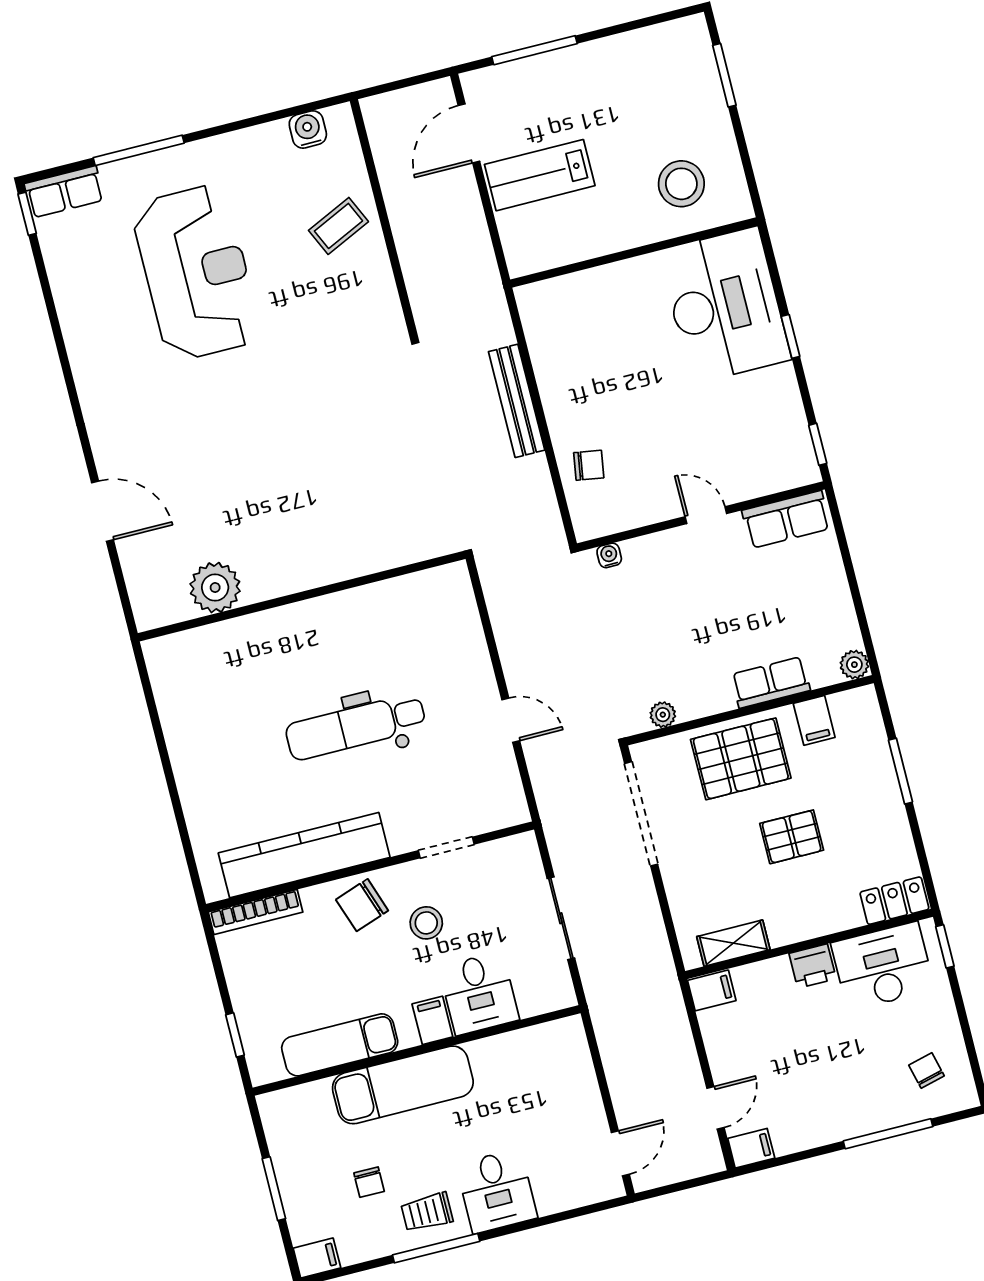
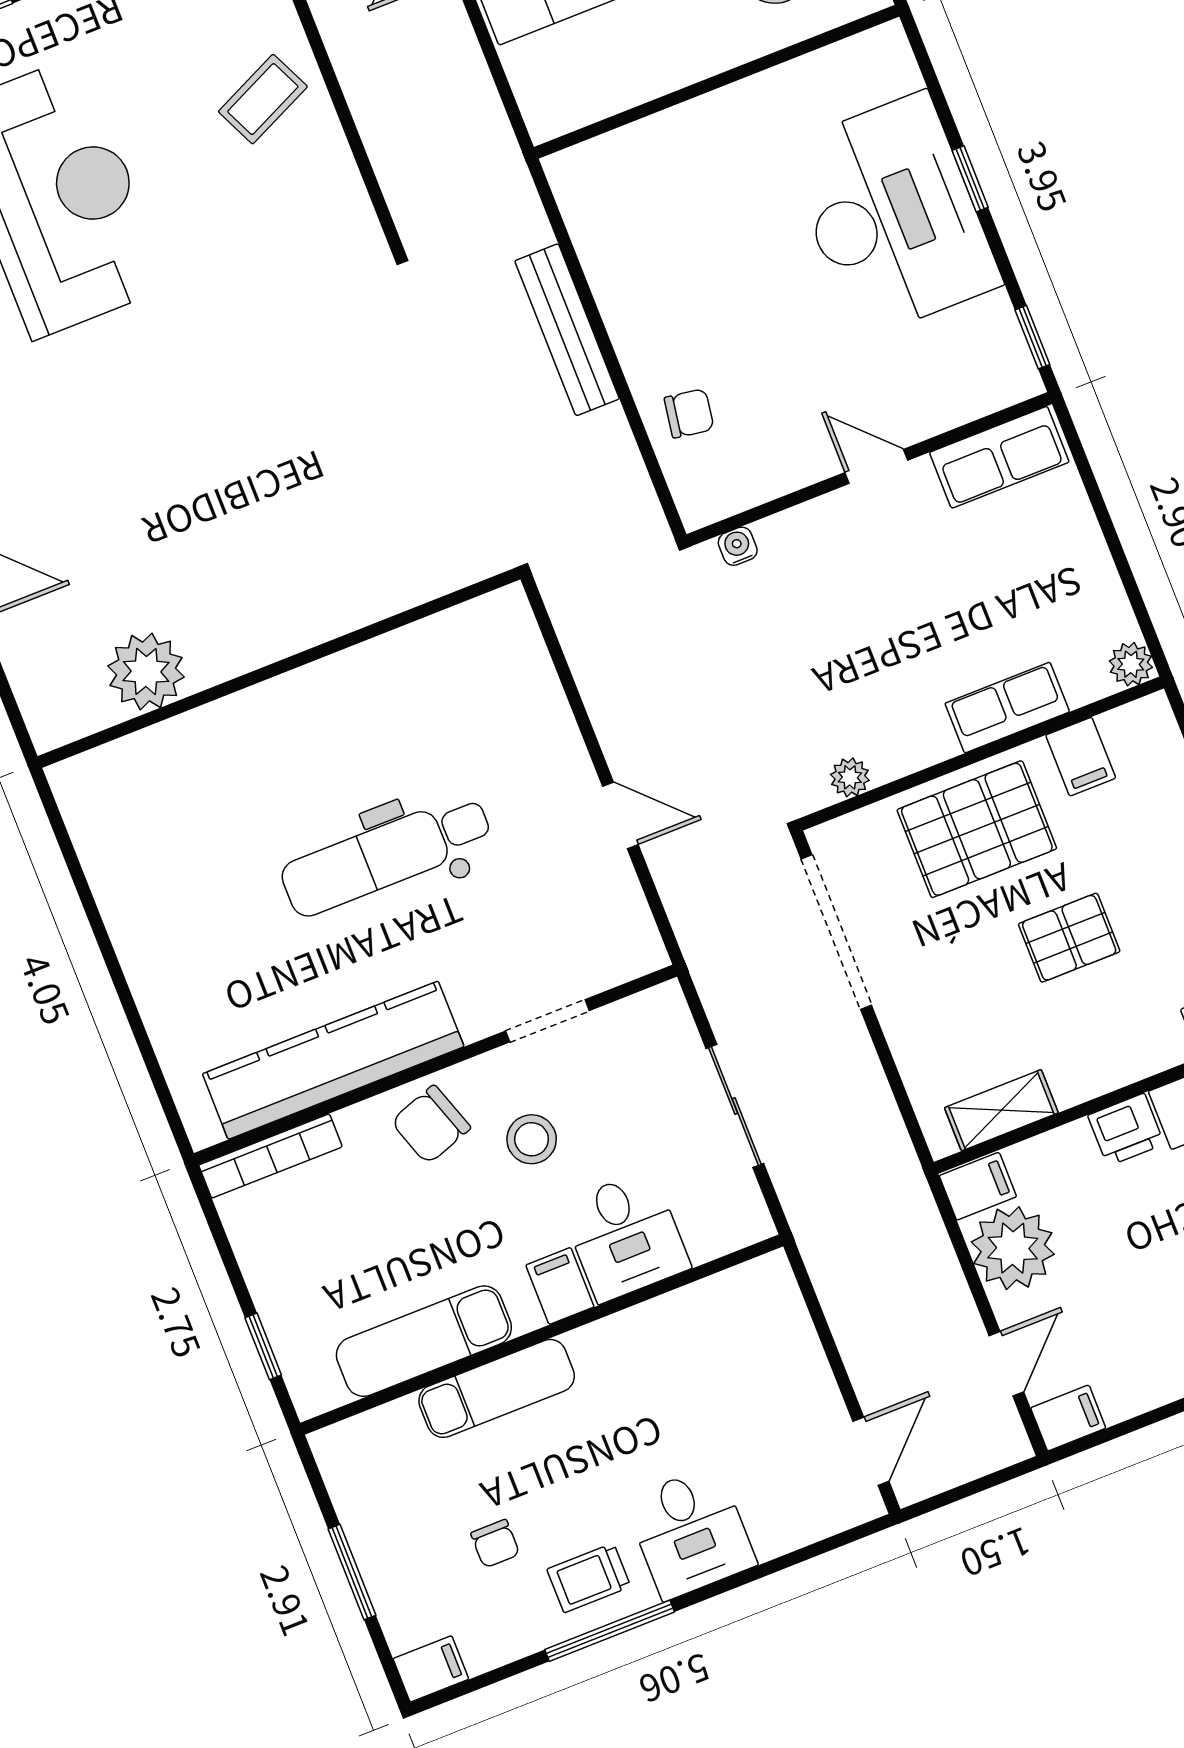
desk: (725, 305) -> (892, 215), moved
plant: (729, 1033) -> (1013, 1248), added
exam couch: (403, 1085) -> (497, 1388), width x0.73, depth x0.69

